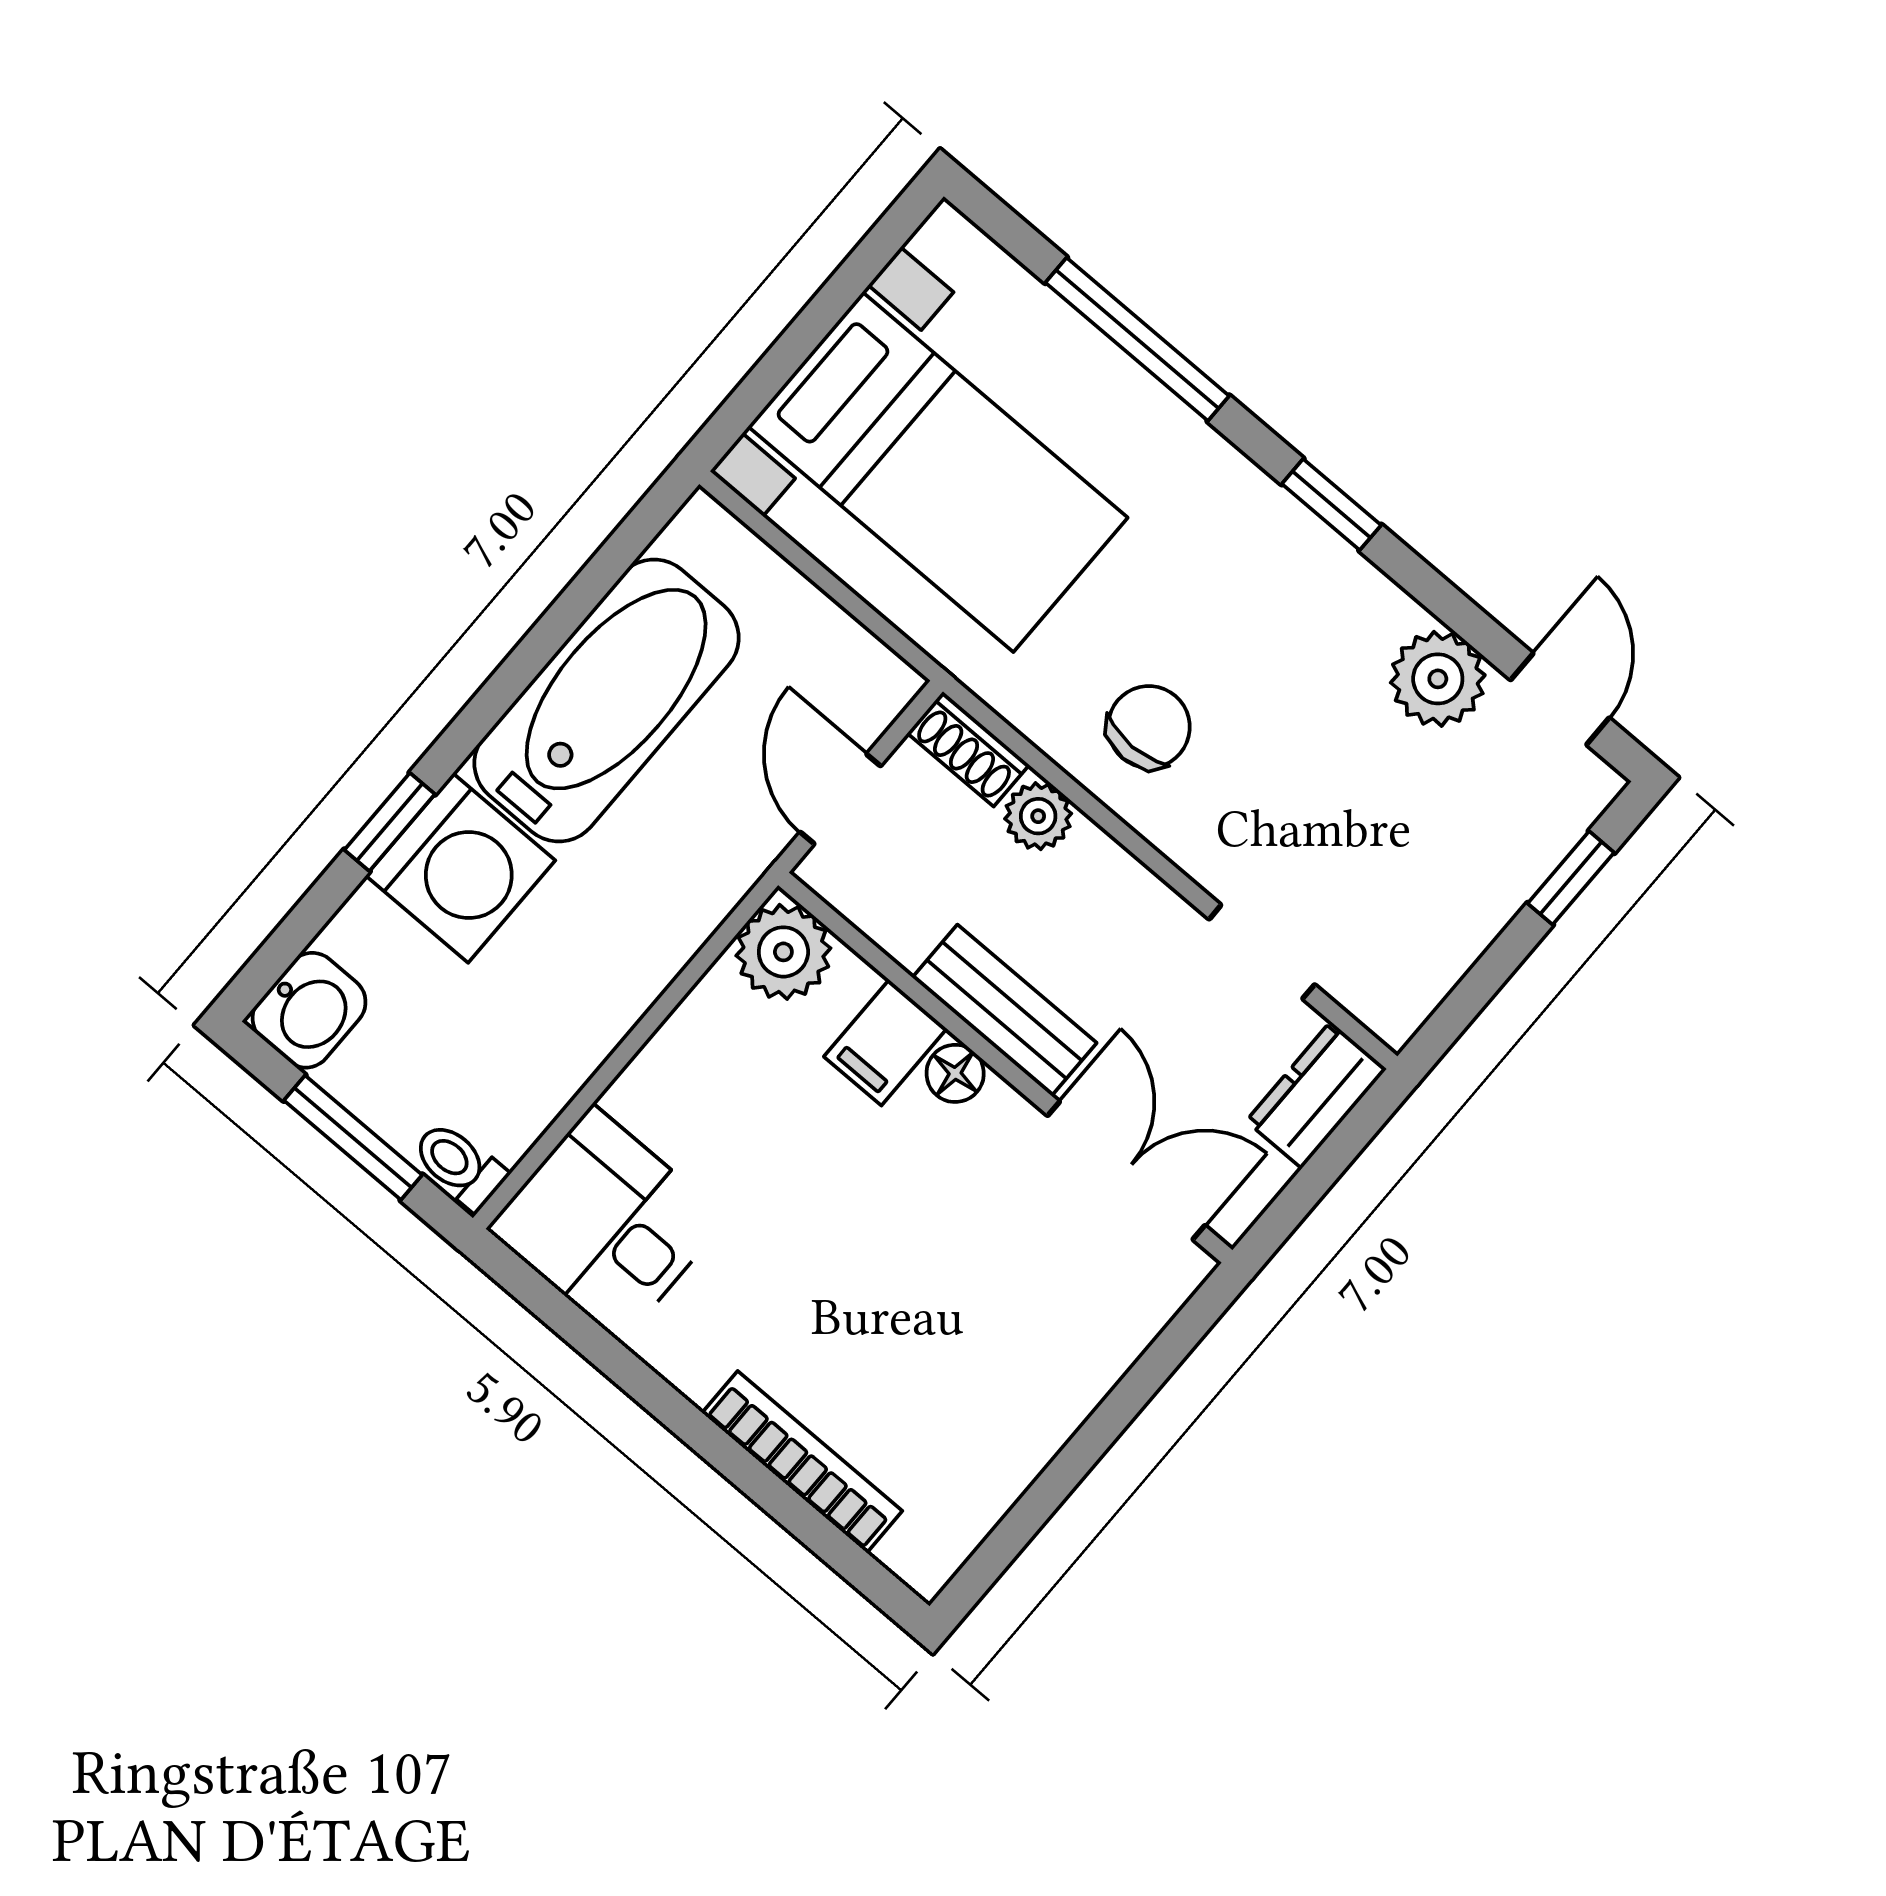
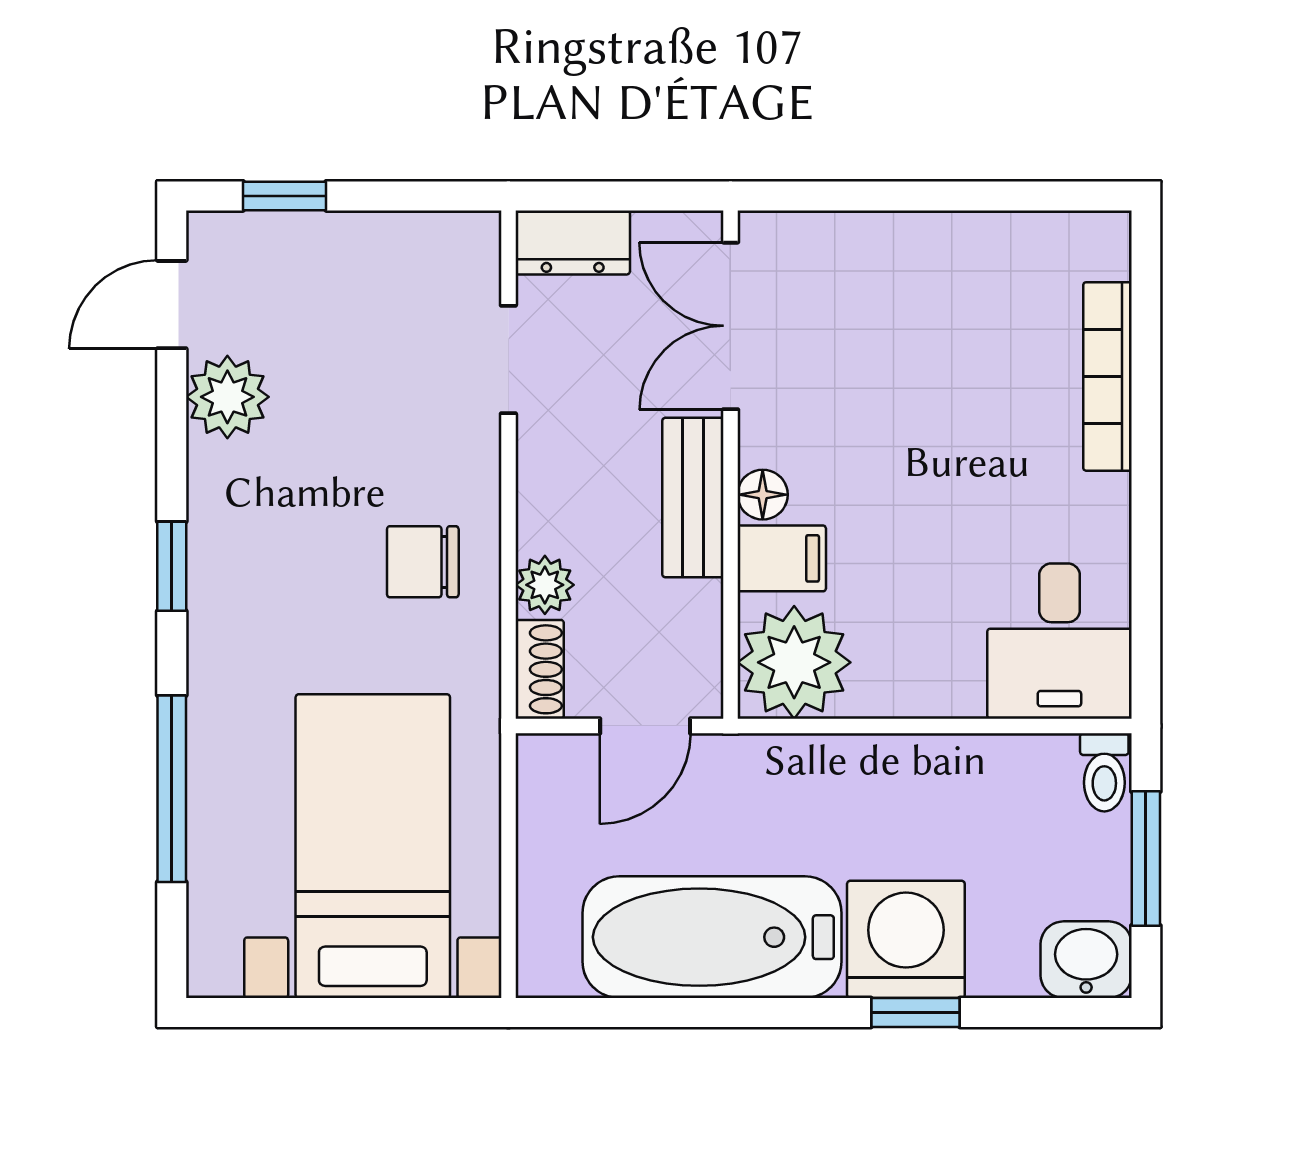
plant: (783, 952) -> (794, 662), width x1.36, depth x1.36

